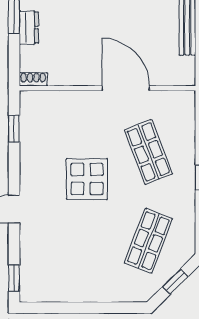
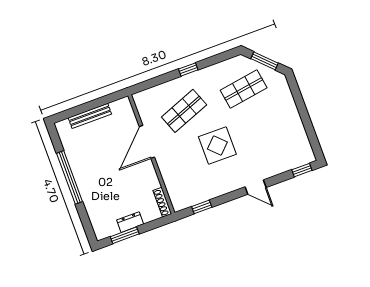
shoe rack: (33, 79) -> (162, 202), width x1.43
shop shelf: (148, 241) -> (244, 89), turned -30
window: (175, 282) -> (264, 61), width x1.50

